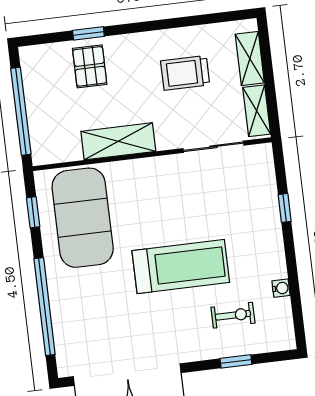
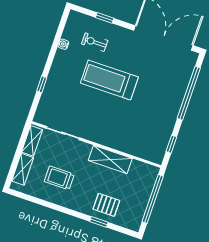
pallet: (90, 66) -> (106, 205), turned 90
trolley: (185, 73) -> (59, 178), turned 180
exercise mat: (83, 218) -> (147, 129), removed

